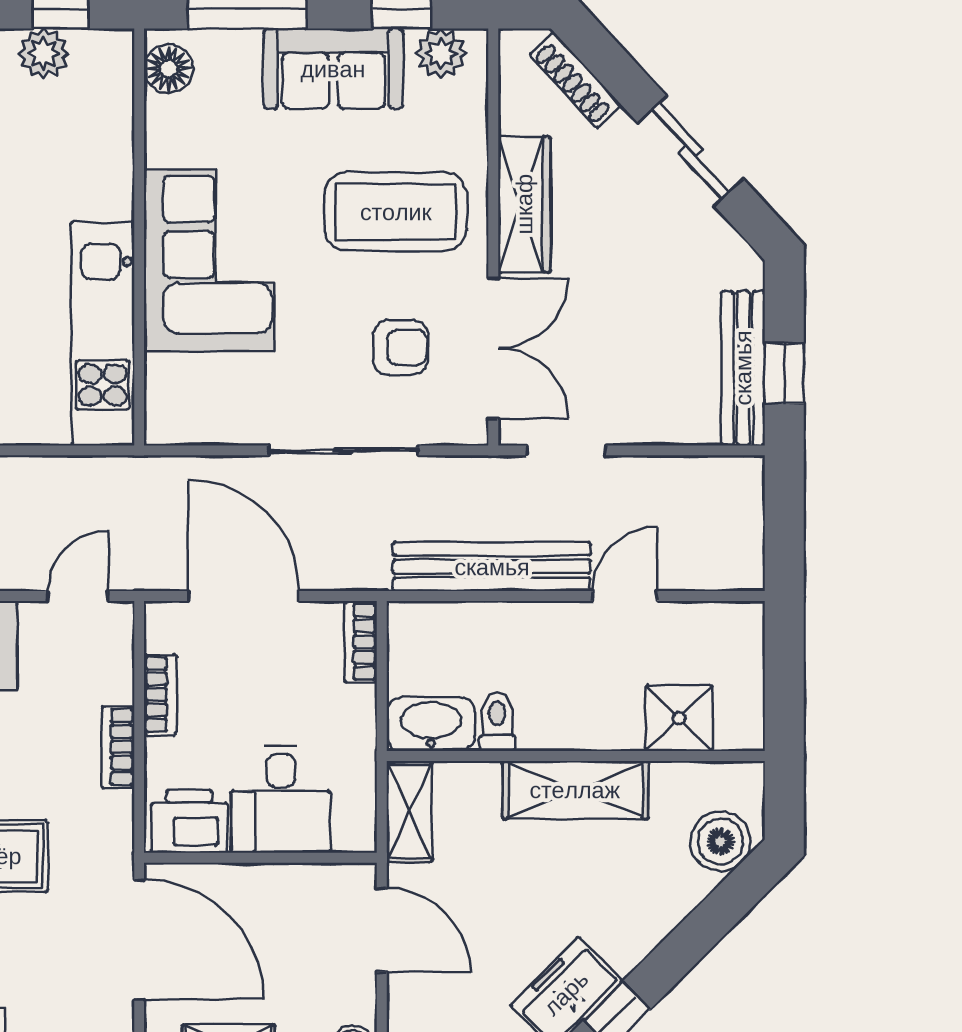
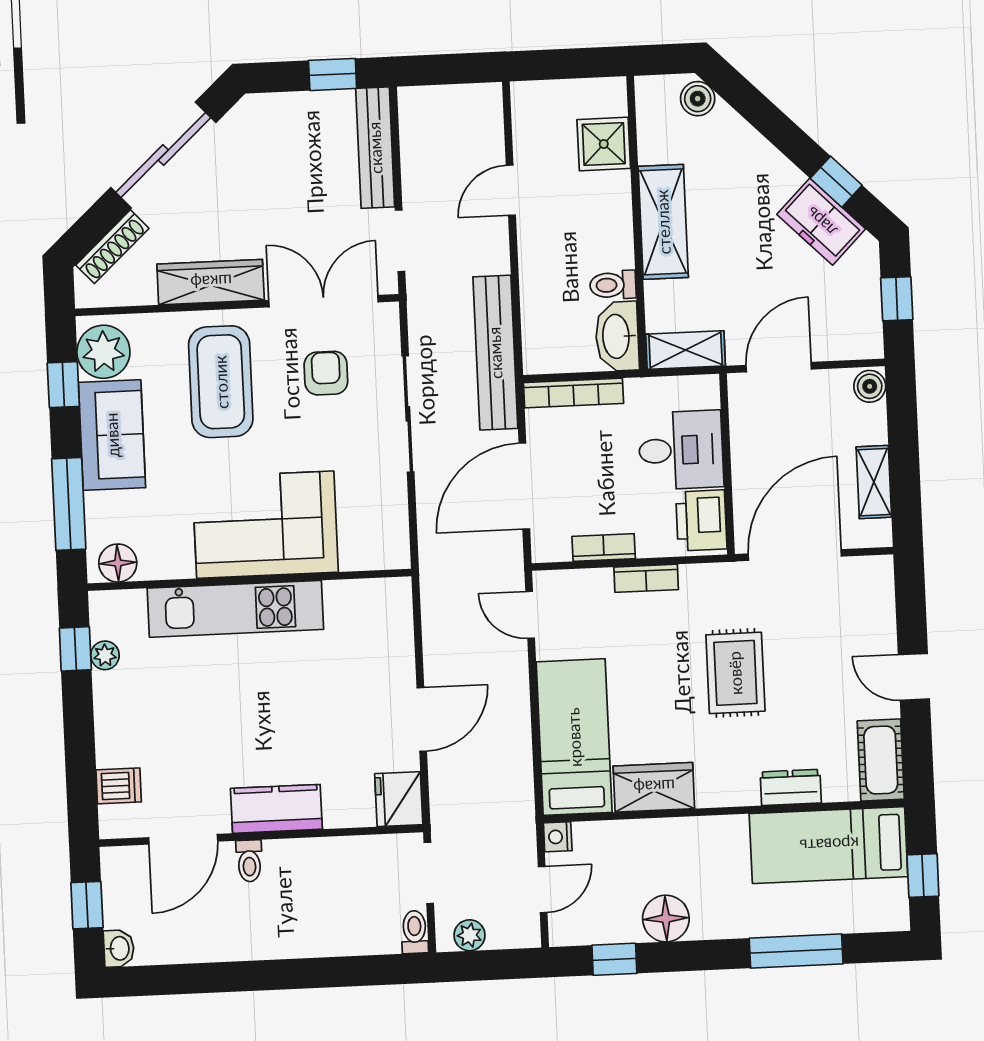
plant: (441, 53) -> (103, 352), width x1.36, depth x1.36
plant: (44, 54) -> (105, 655), width x0.73, depth x0.73
sliding door: (691, 151) -> (163, 155), width x1.37
kitchen unit: (103, 333) -> (235, 609), moved
bench: (743, 368) -> (375, 148), moved, turned 90
bench: (492, 567) -> (495, 353), moved
door: (625, 596) -> (511, 190), hinge flipped
bookcase: (360, 642) -> (573, 393), width x1.56
boiler: (720, 841) -> (698, 99), width x0.73, depth x0.73

